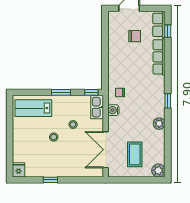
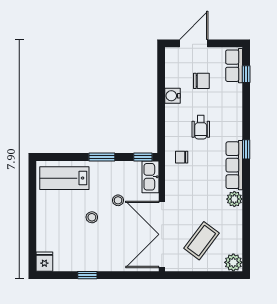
row of seats: (159, 57) -> (234, 165), moved
wheelchair: (134, 70) -> (201, 127), added
window: (168, 101) -> (246, 149), moved
water cooler: (113, 110) -> (173, 96), moved
double door: (106, 150) -> (162, 234), width x1.36
coffee table: (135, 154) -> (202, 241), turned 37

